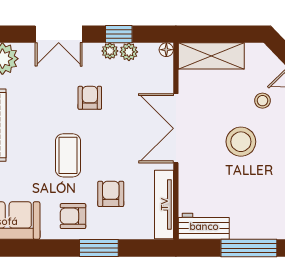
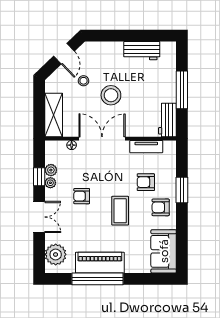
floor lamp: (166, 50) -> (72, 145), moved
double door: (176, 128) -> (102, 139), swing flipped
coffee table: (68, 155) -> (120, 211), turned 90
tv unit: (164, 204) -> (146, 147), width x0.71
armchair: (73, 216) -> (161, 207), turned 90

